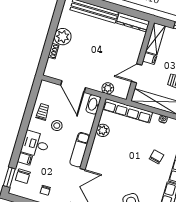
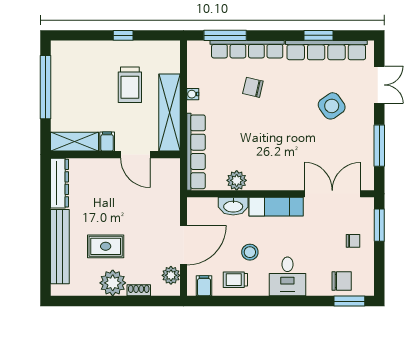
rug: (86, 39) -> (106, 246), added
plant: (108, 88) -> (171, 275), moved
washbasin: (93, 104) -> (233, 206), moved
filing cabinet: (25, 159) -> (204, 286), moved

